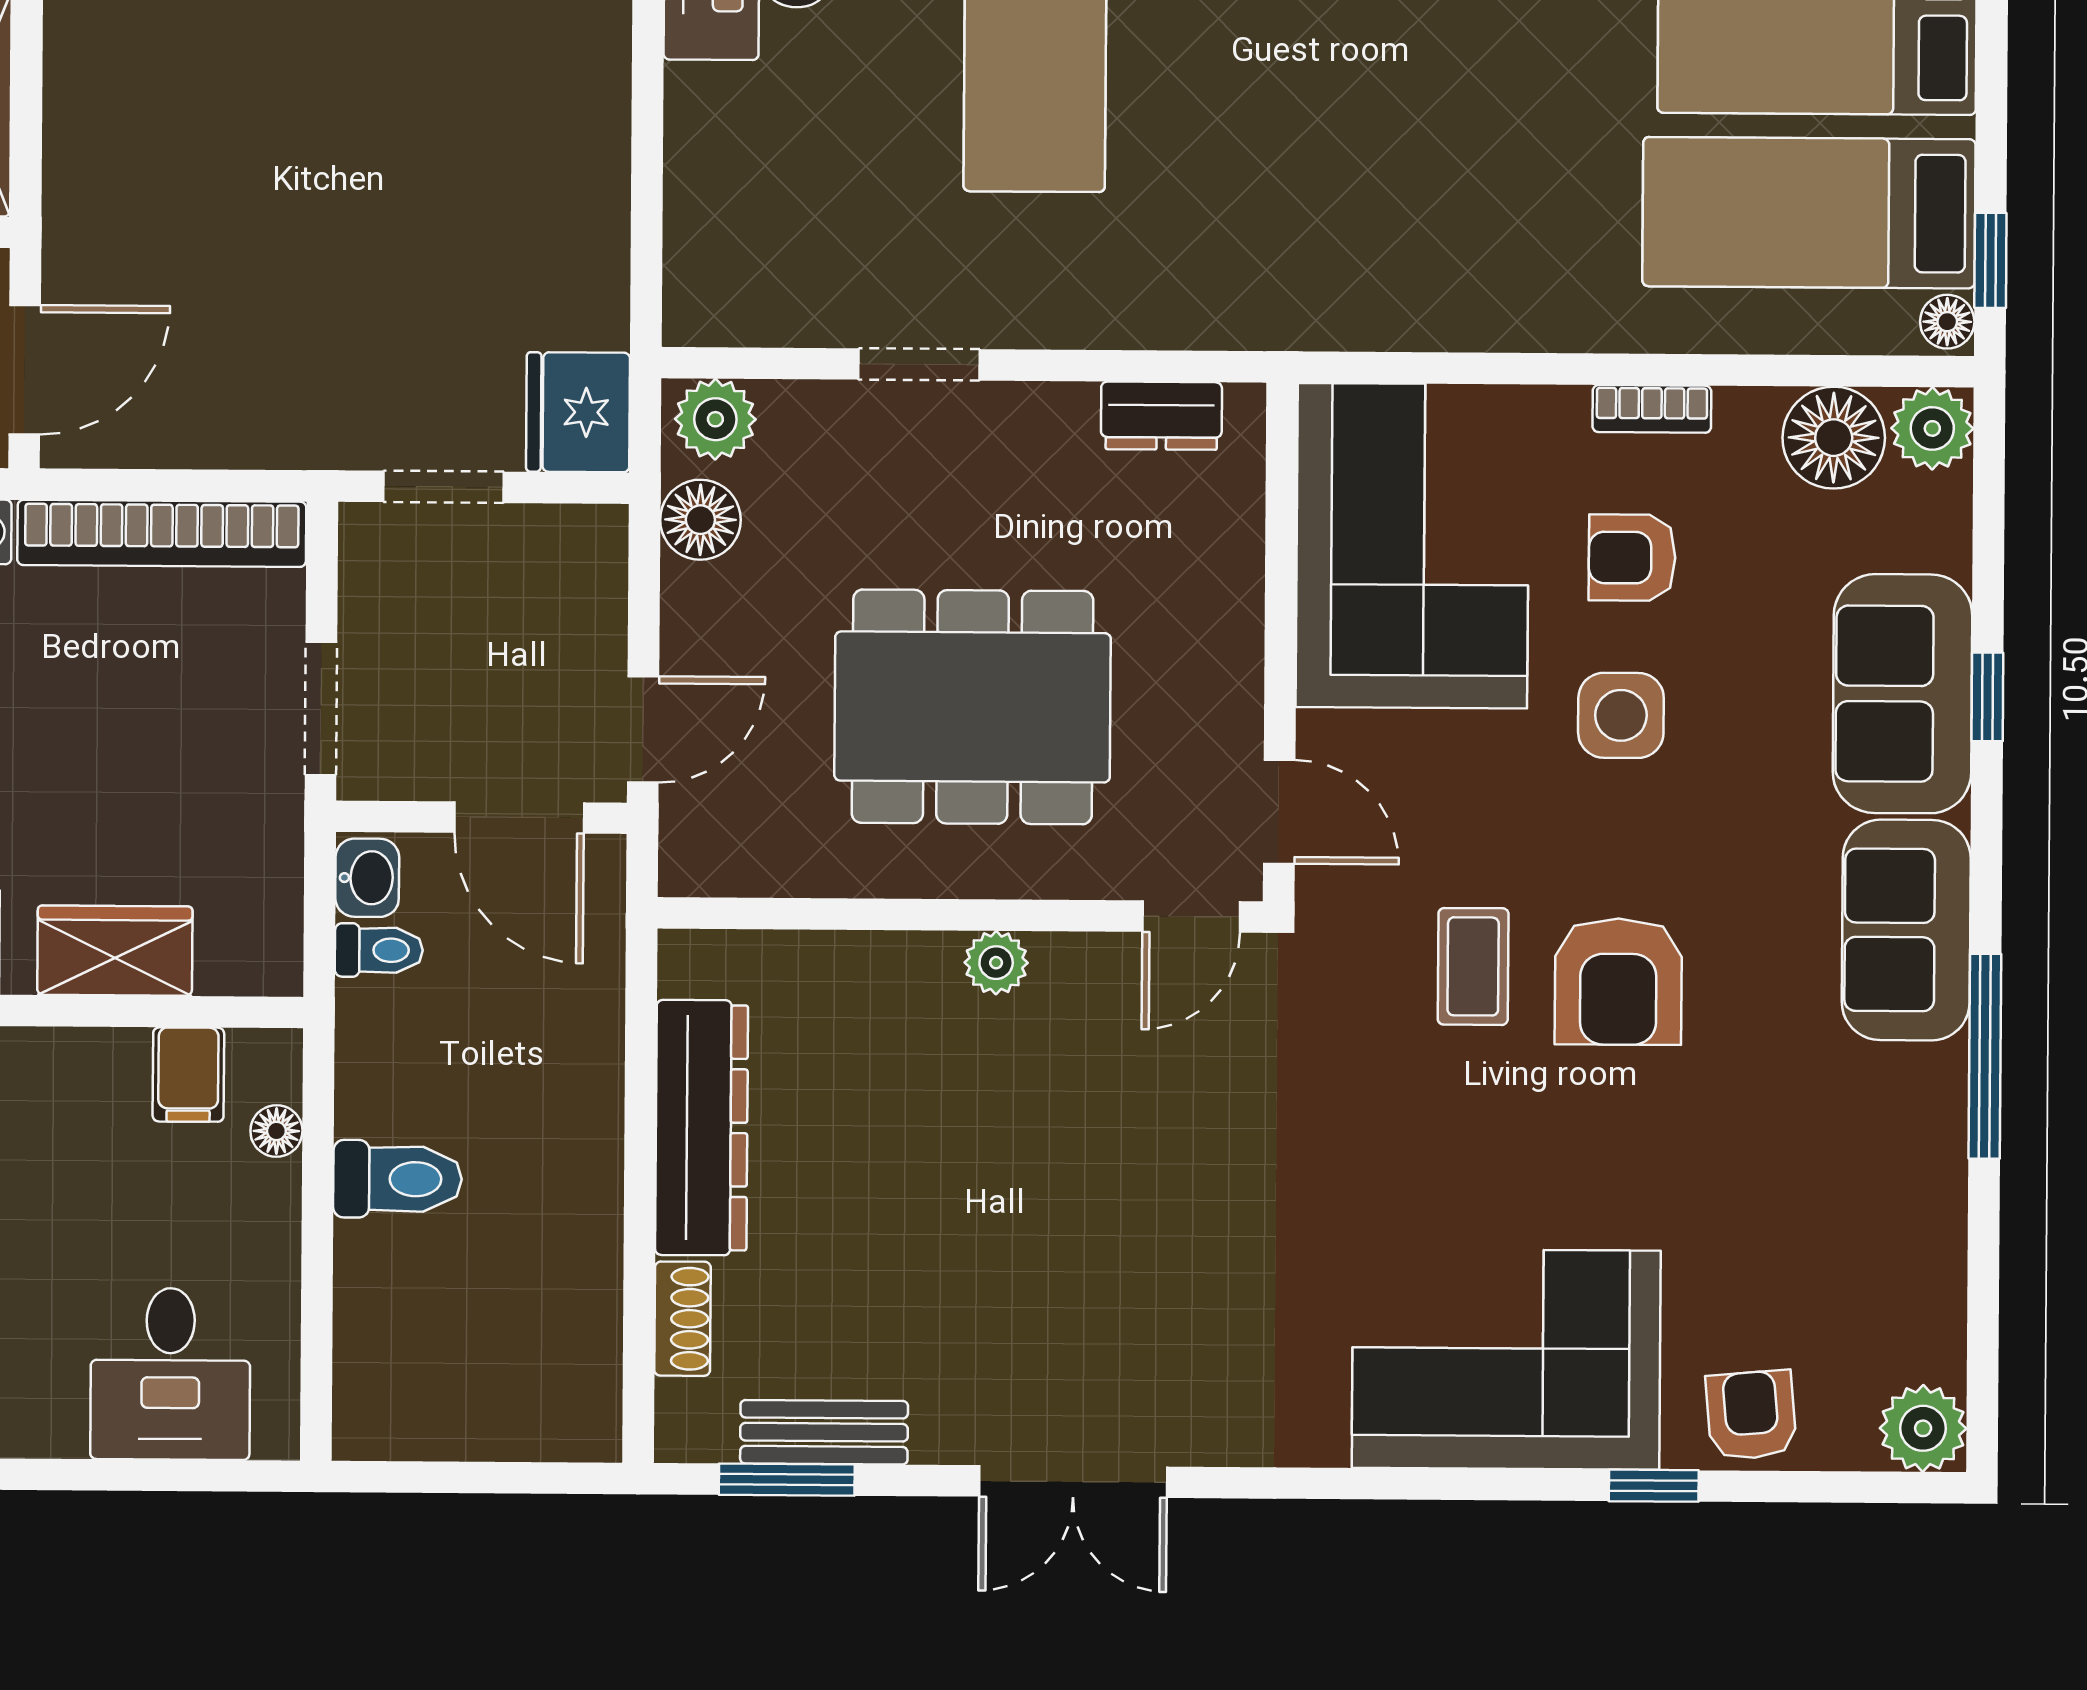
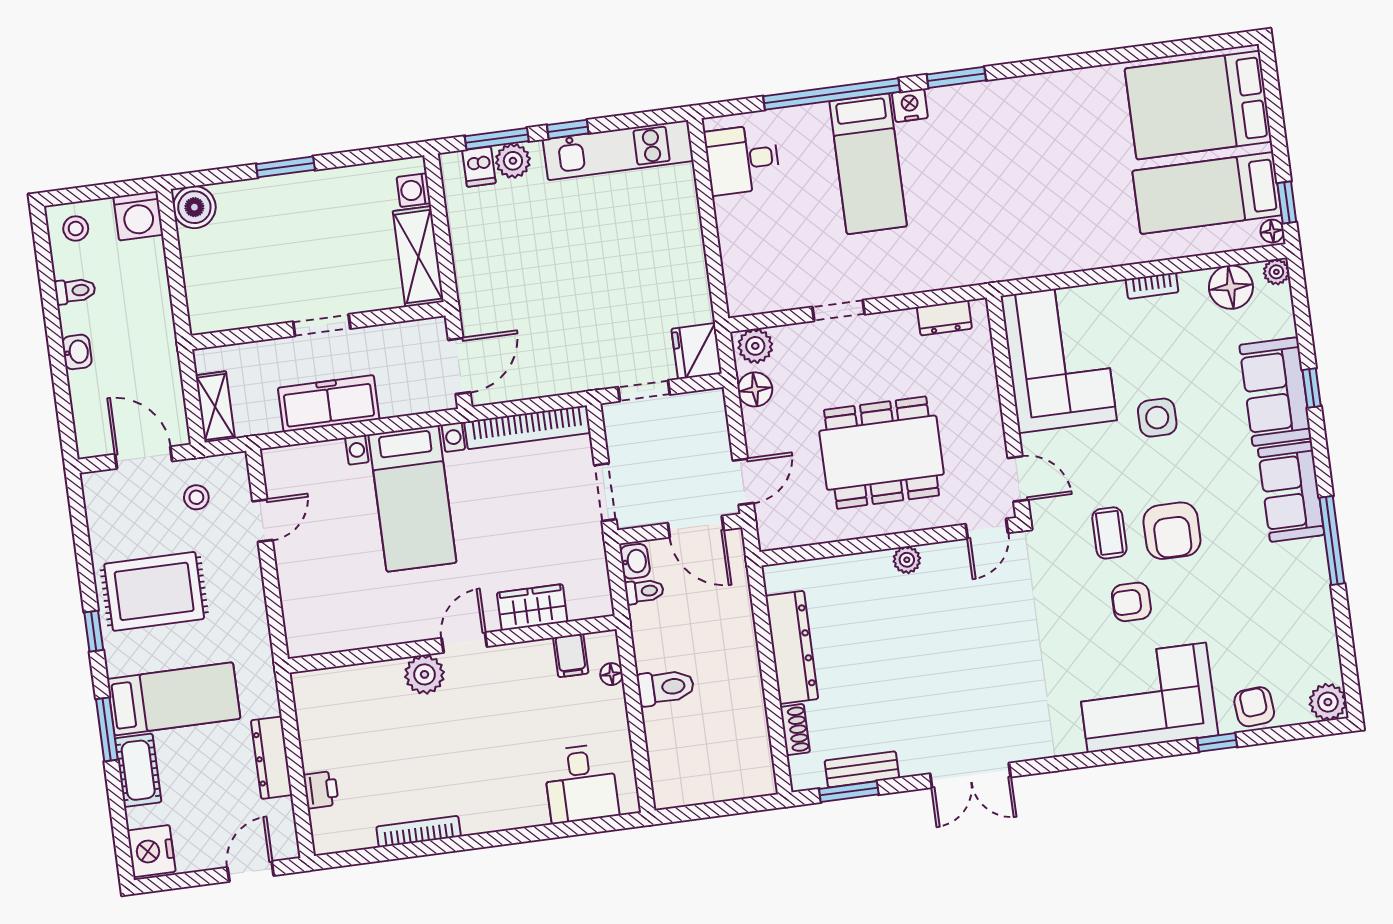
plant: (1932, 428) -> (1276, 272), width x0.73, depth x0.73
armchair: (1632, 558) -> (1131, 602), moved

